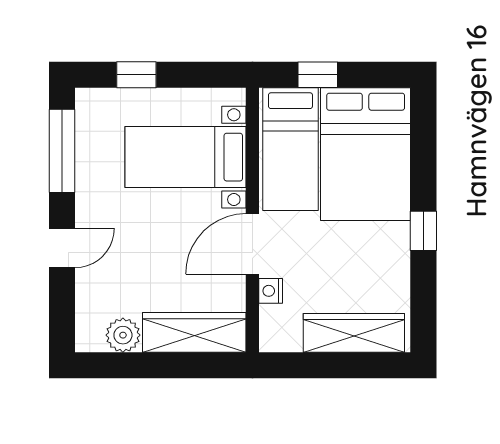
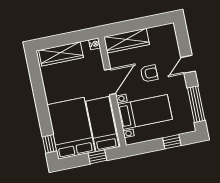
window: (423, 231) -> (50, 144), moved
armchair: (157, 245) -> (149, 73), added
nightstand: (271, 291) -> (95, 44), moved
plant: (123, 335) -> (156, 34), removed

